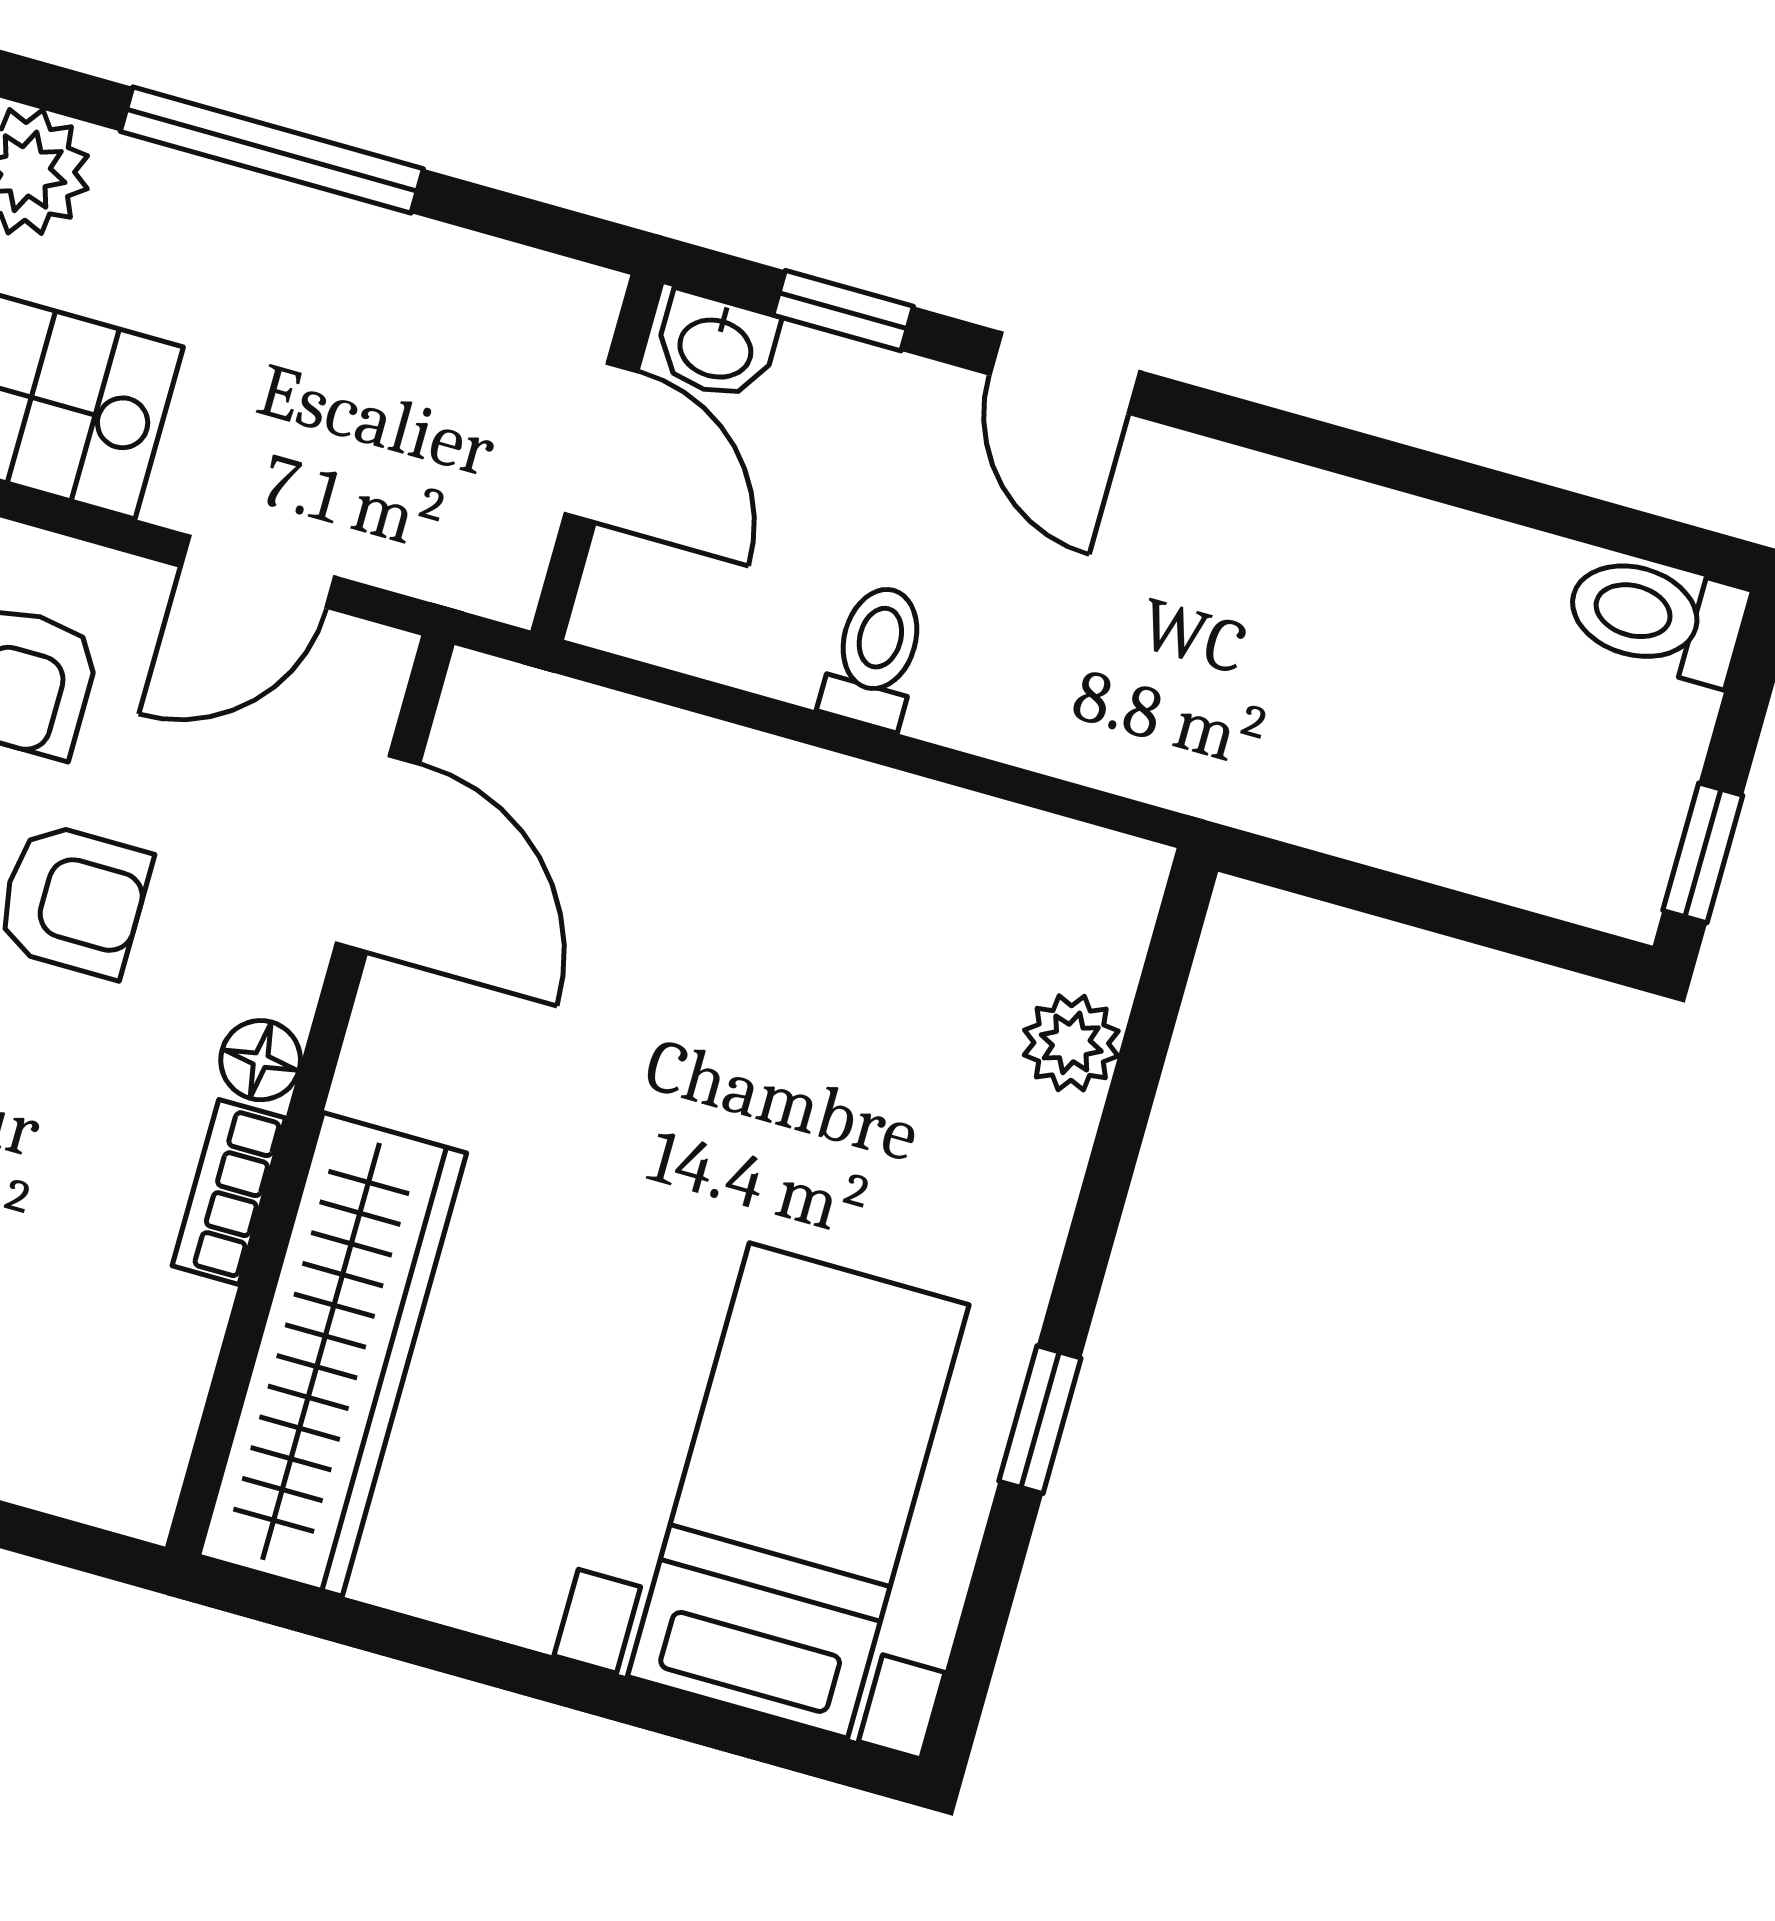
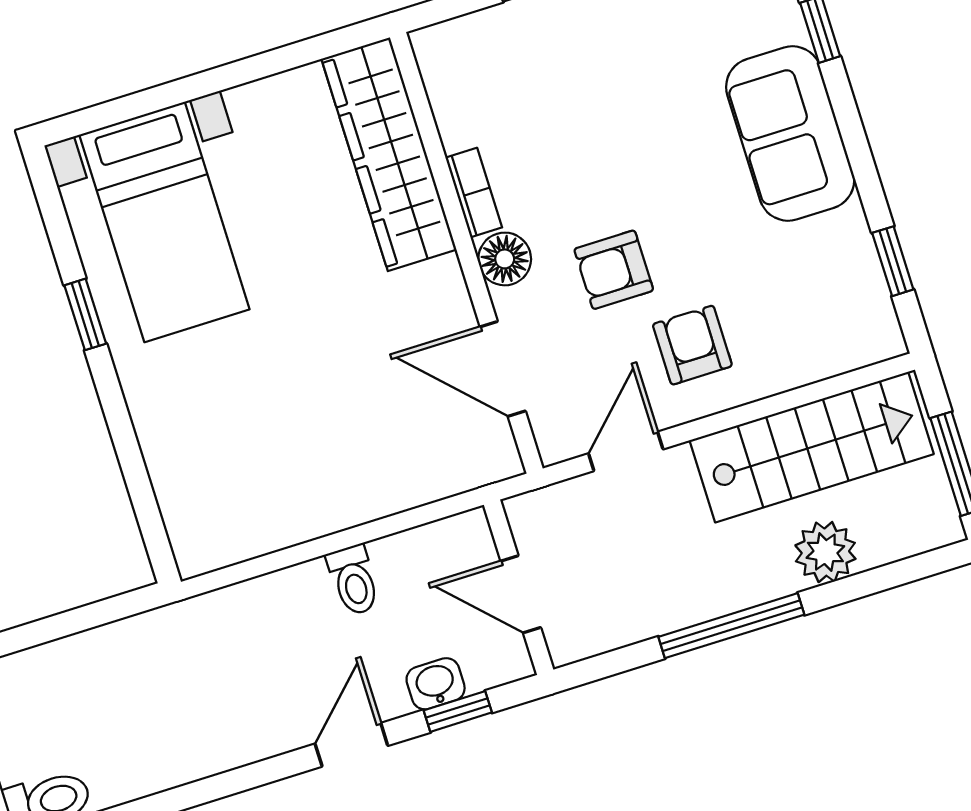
washbasin: (716, 346) -> (436, 684), moved
door: (1065, 373) -> (351, 745), hinge flipped
plant: (1071, 1043) -> (172, 475), removed
floor lamp: (261, 1060) -> (505, 259), width x1.37, depth x1.37

